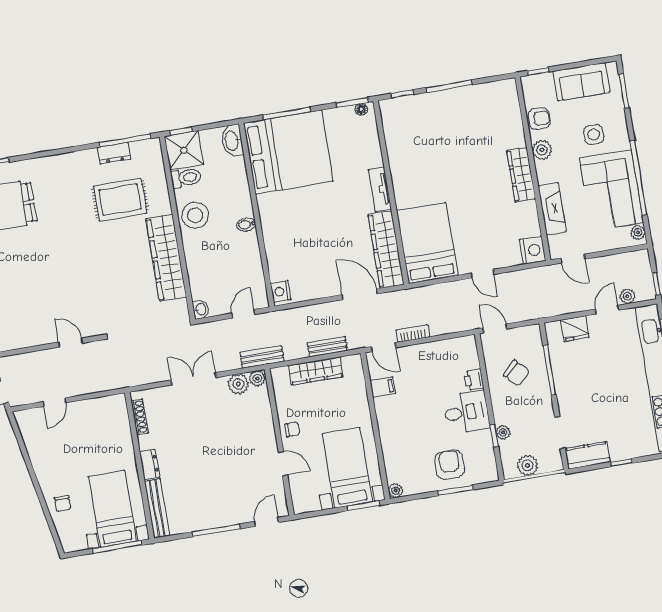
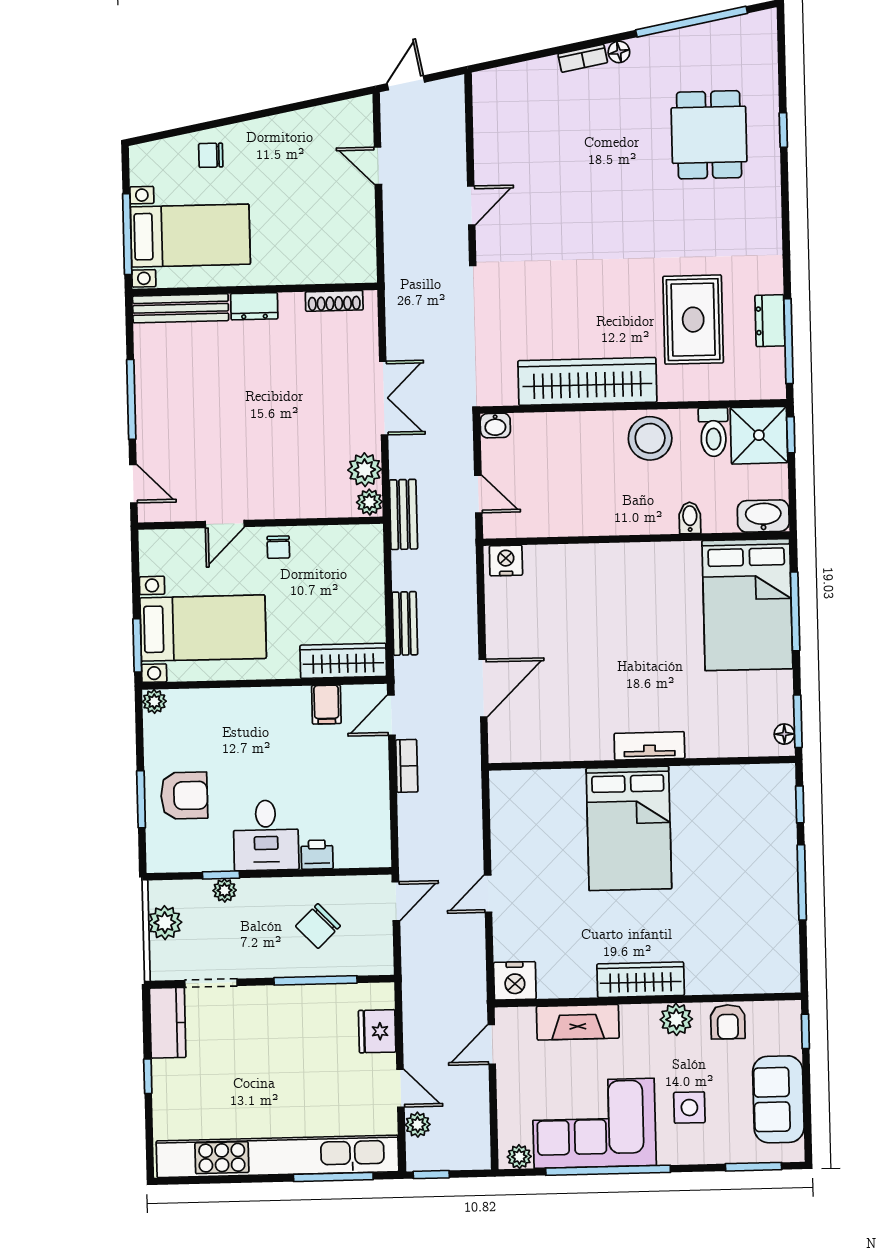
bed: (288, 152) -> (747, 605), width x0.73
bidet: (246, 224) -> (690, 518), moved
bed: (427, 243) -> (629, 828), moved, turned 90
wardrobe: (386, 249) -> (550, 742), removed
wardrobe: (316, 371) -> (343, 661), moved, turned 90

